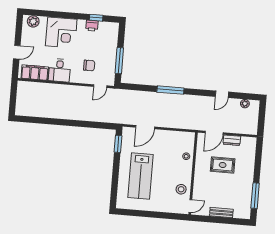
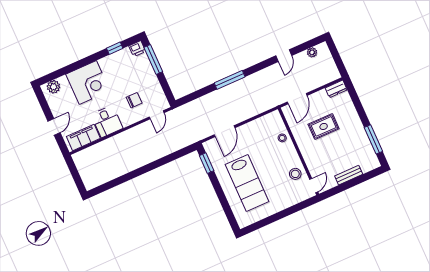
printer: (92, 26) -> (137, 49), moved
window: (119, 61) -> (153, 59), moved
dresser: (232, 140) -> (336, 89), moved

